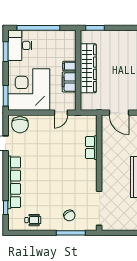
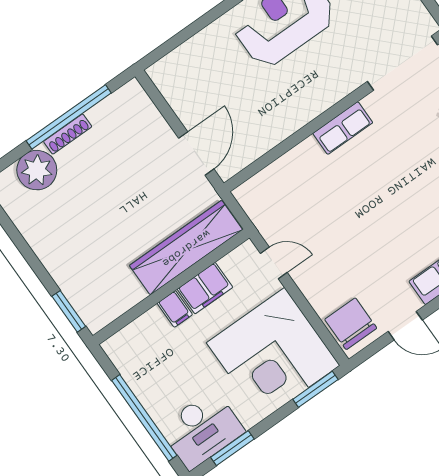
wardrobe: (88, 68) -> (186, 248), moved
chair: (20, 125) -> (351, 324), turned -90
row of seats: (91, 148) -> (343, 128), moved

